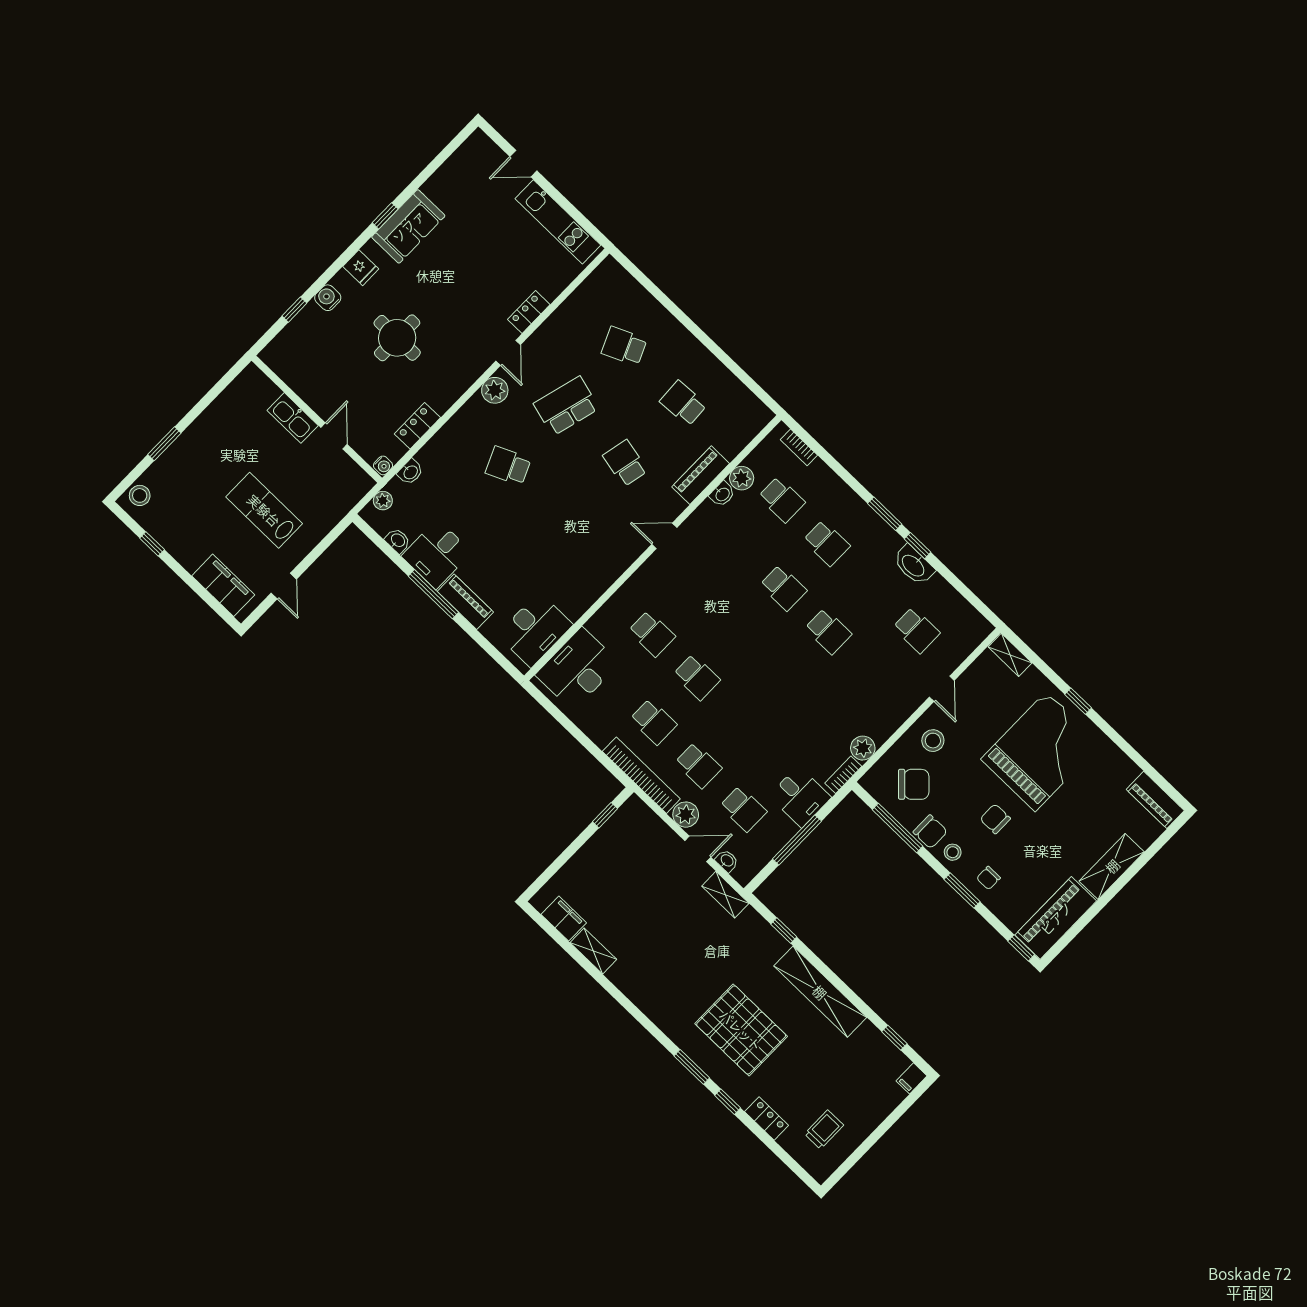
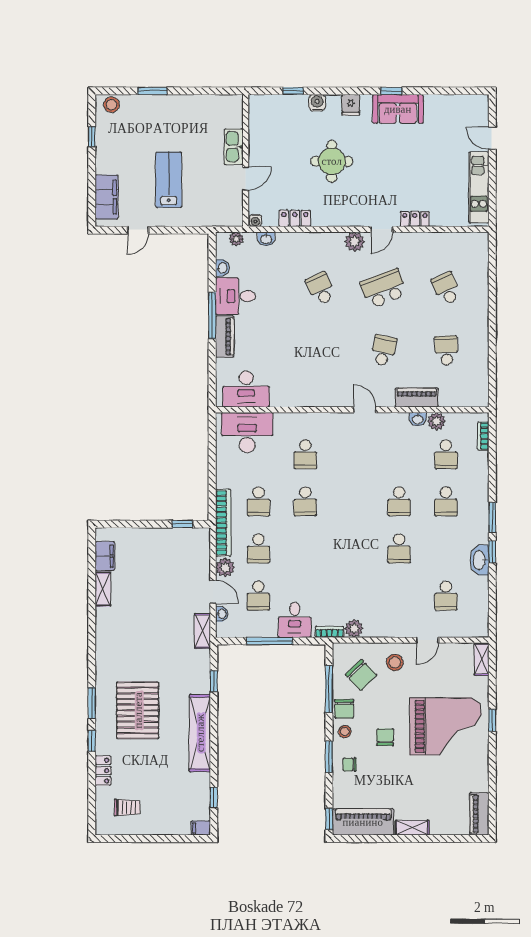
school desk: (566, 406) -> (384, 289), turned -36
shelving: (1112, 866) -> (412, 828), width x0.67, depth x0.75

